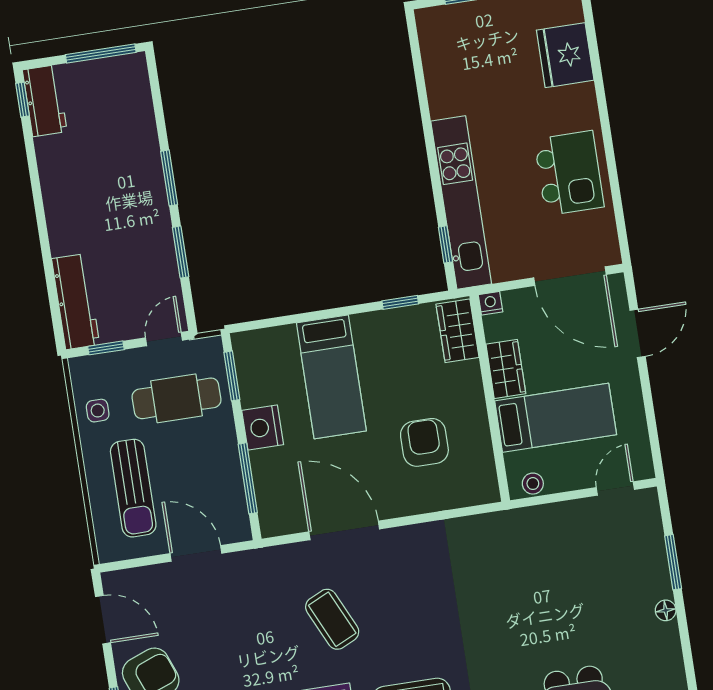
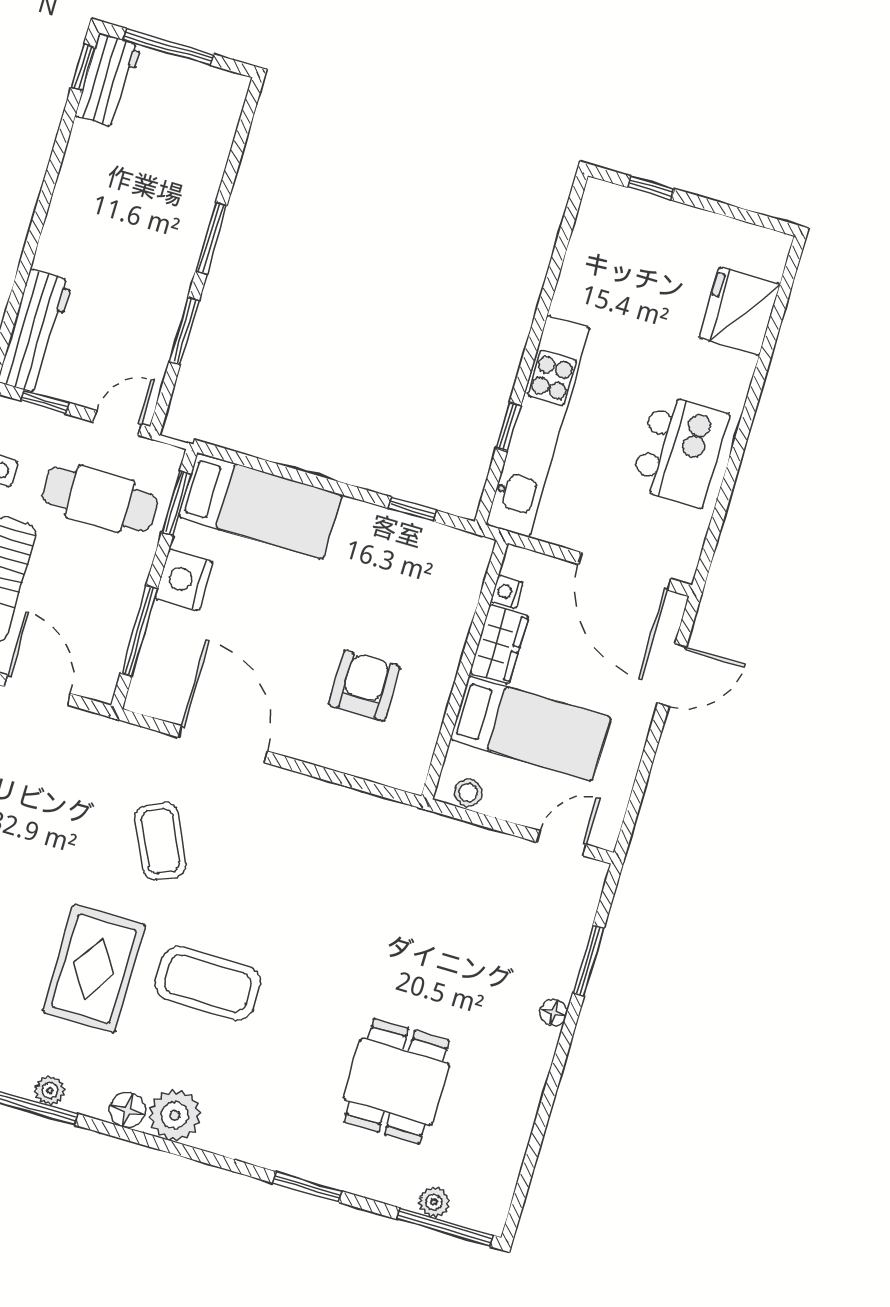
window: (101, 53) -> (168, 47), moved
window: (445, 244) -> (508, 427), moved
nightstand: (491, 303) -> (507, 592), moved, turned -90
wardrobe: (458, 331) -> (464, 574), removed
bed: (331, 377) -> (260, 506), moved, turned -90

